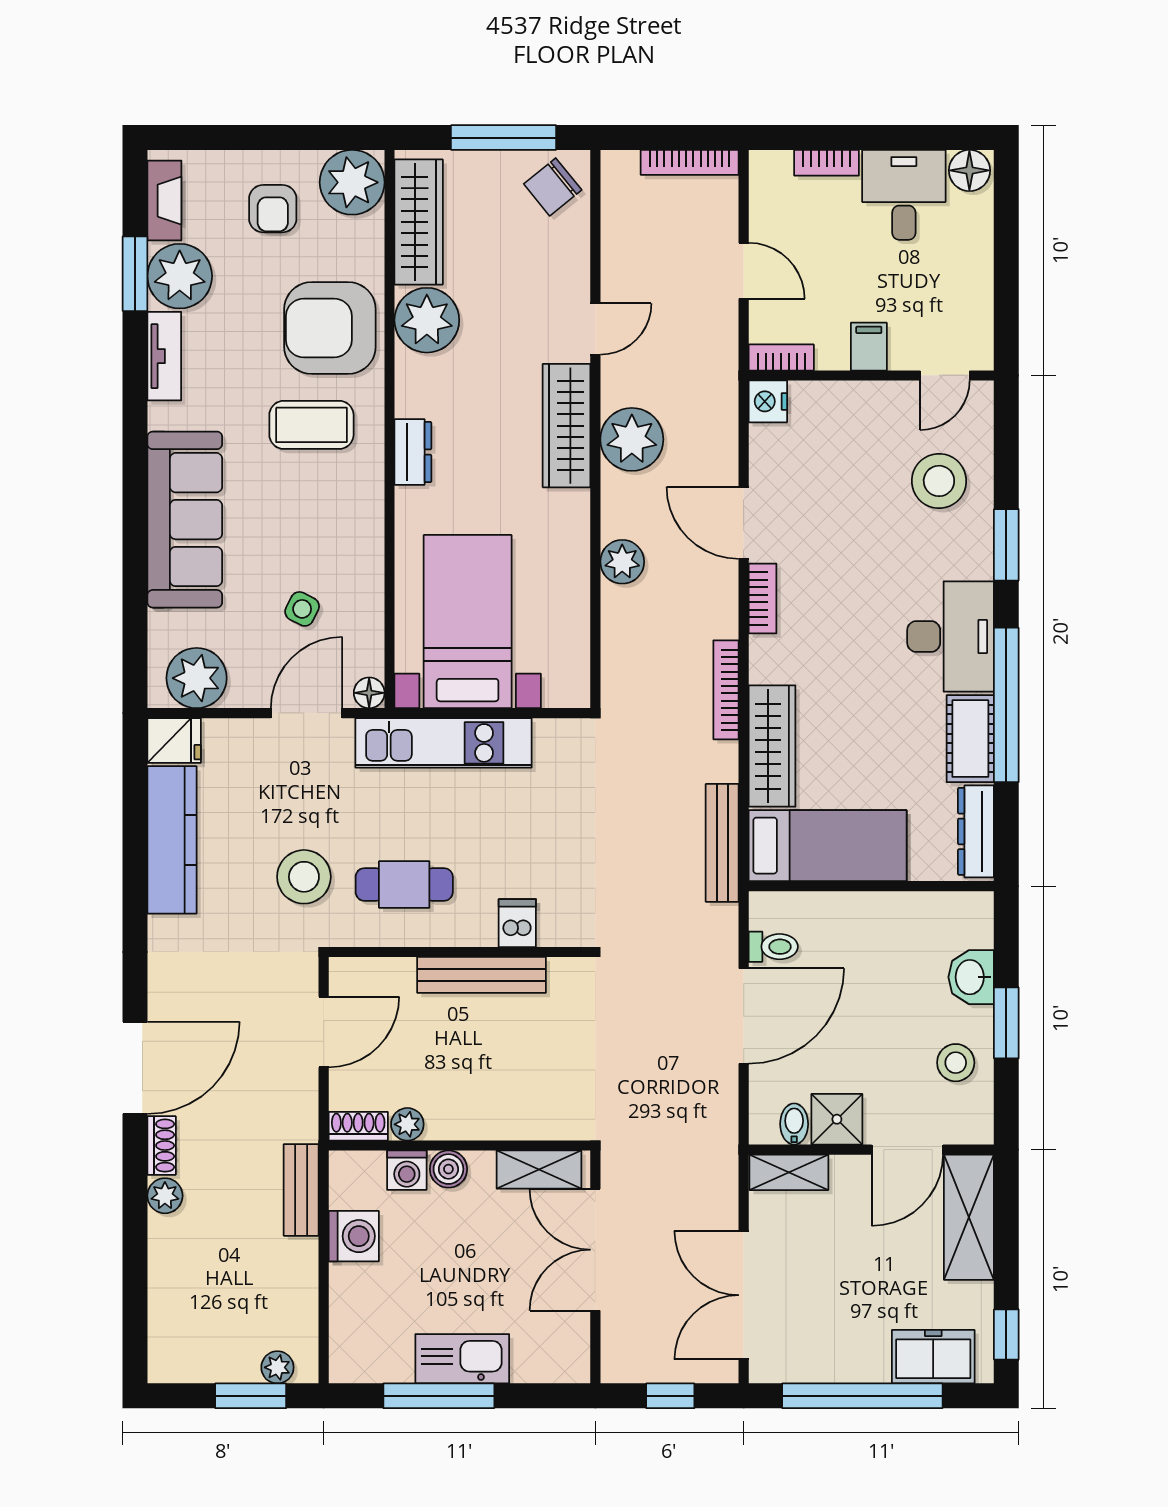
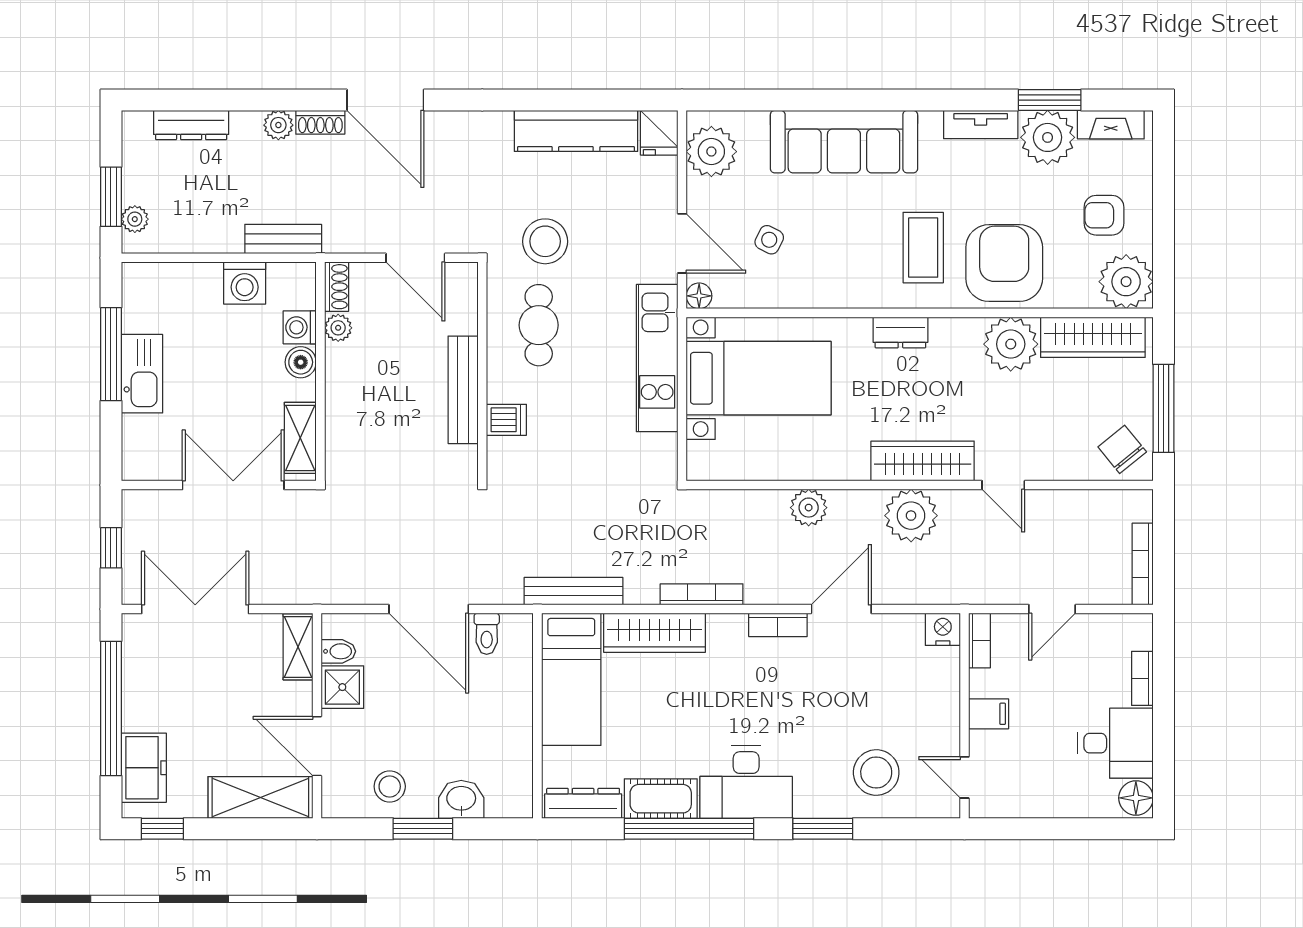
dresser: (165, 1300) -> (191, 125), added

